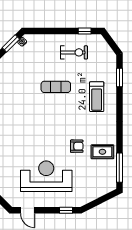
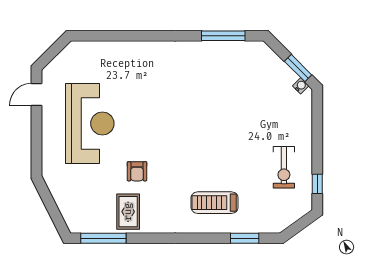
exercise mat: (56, 87) -> (230, 139), removed
window: (66, 210) -> (37, 155), removed

